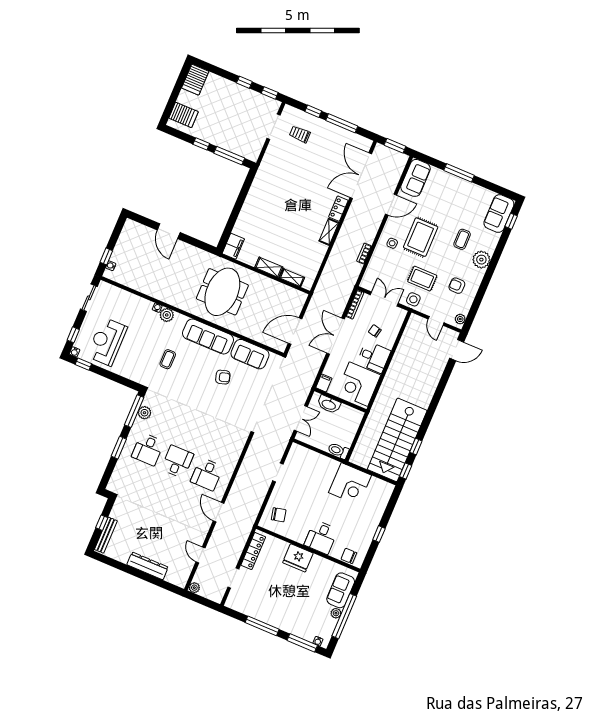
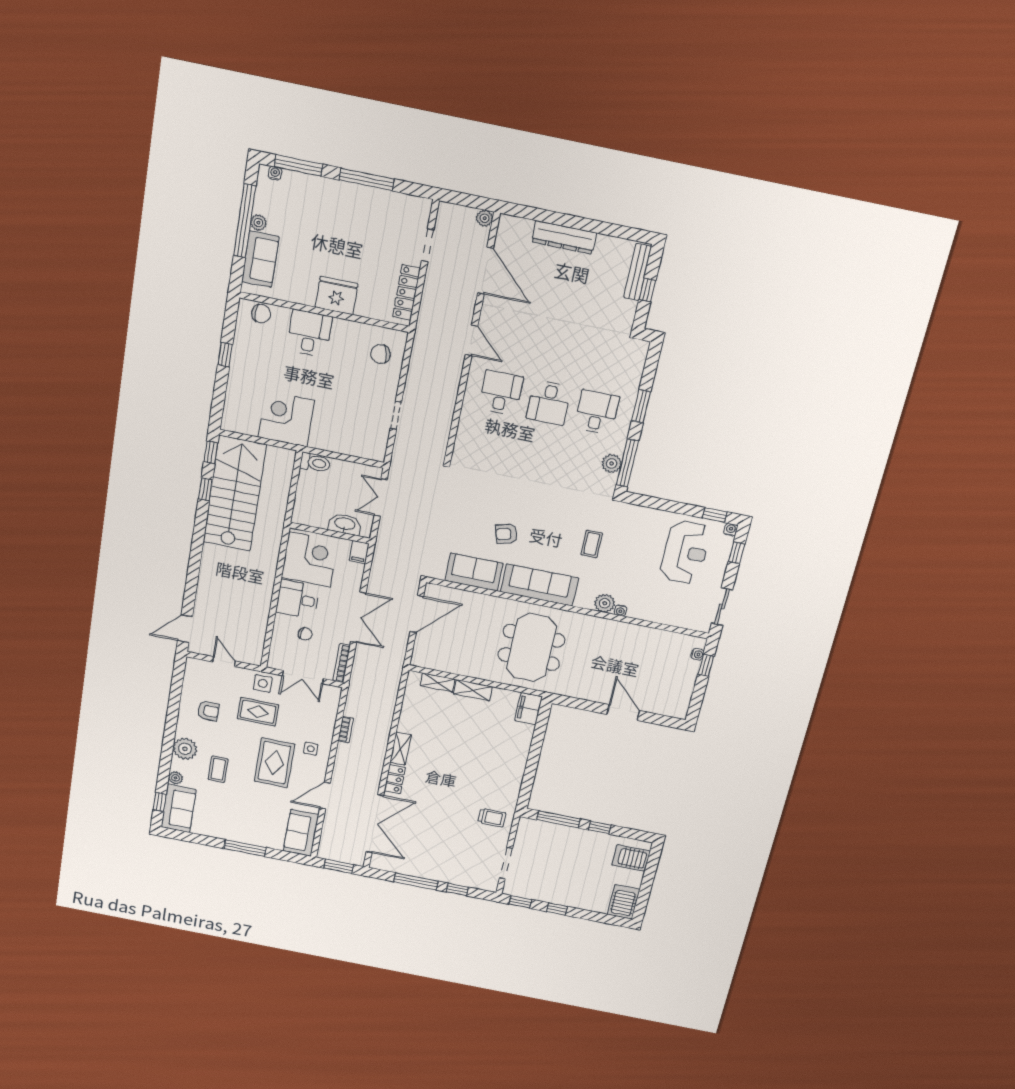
trolley: (300, 134) -> (492, 818), moved
plant: (460, 319) -> (176, 778), moved
door: (200, 555) -> (486, 271), width x1.87

